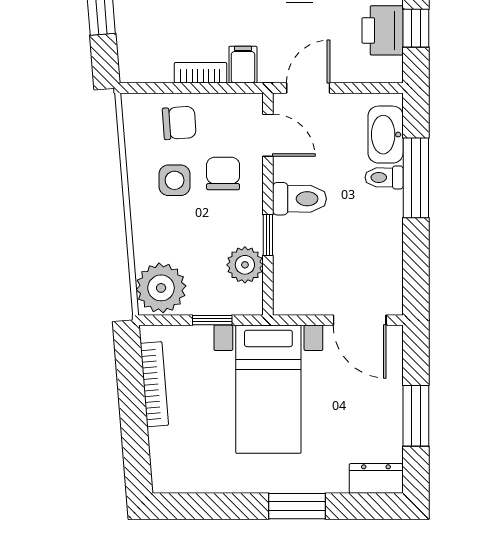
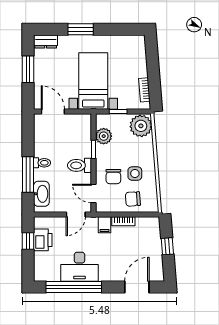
toilet: (384, 177) -> (42, 163), moved
bookcase: (154, 384) -> (144, 90), width x0.64

